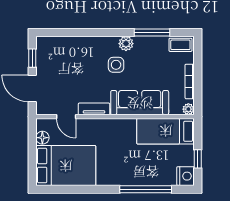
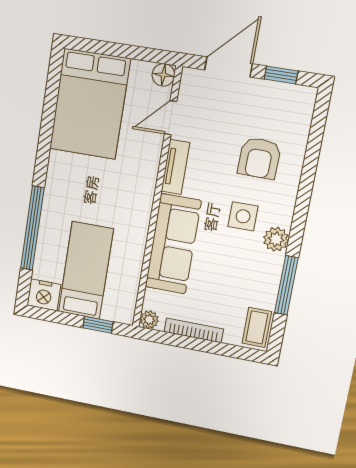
armchair: (81, 62) -> (259, 158), added
bed: (166, 131) -> (86, 271), moved
floor lamp: (42, 138) -> (163, 75), moved
window: (198, 159) -> (98, 325), moved

